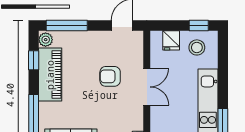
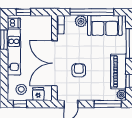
armchair: (110, 76) -> (79, 70), turned -90
double door: (147, 87) -> (54, 63), width x1.87

